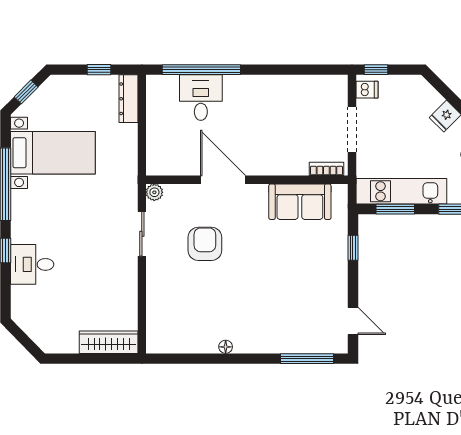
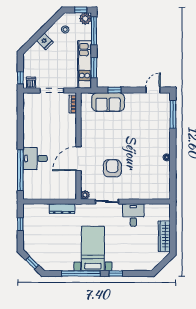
desk: (201, 98) -> (35, 158), moved
dresser: (128, 99) -> (62, 209), moved
bed with nightstands: (53, 153) -> (93, 249), moved
sofa: (300, 202) -> (108, 102), moved, turned 90
armchair: (205, 244) -> (112, 168), turned 90
desk: (32, 264) -> (133, 215), moved, turned 180
wardrobe: (109, 342) -> (164, 236), moved

